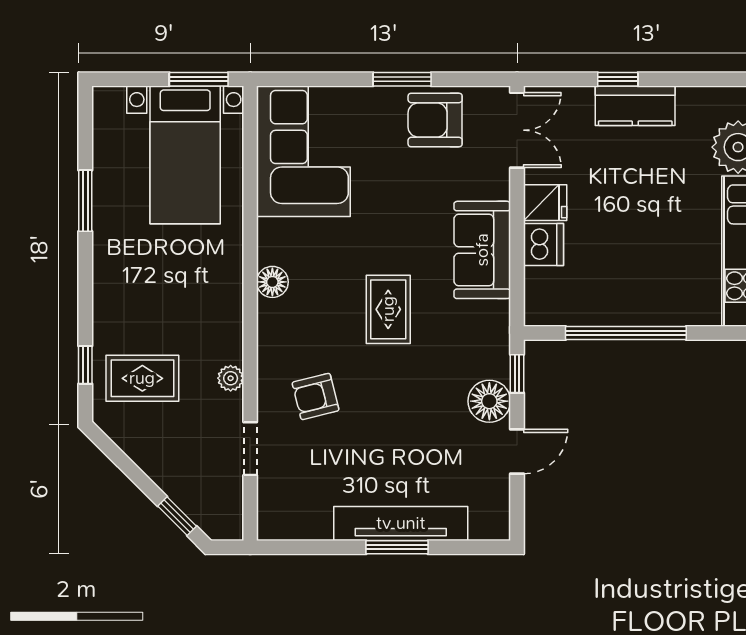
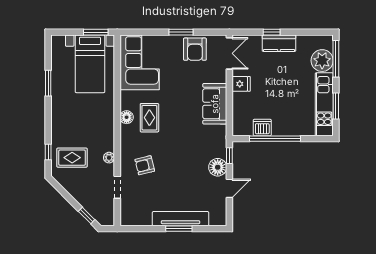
armchair: (435, 120) -> (195, 49), turned -90
dishwasher: (543, 245) -> (262, 128), moved, turned -90
rug: (388, 309) -> (149, 118), moved

